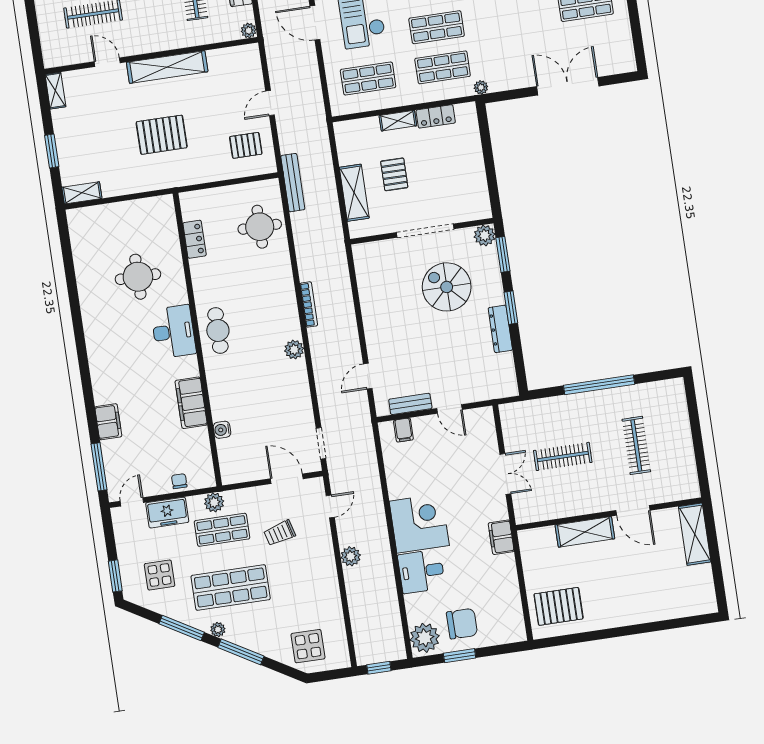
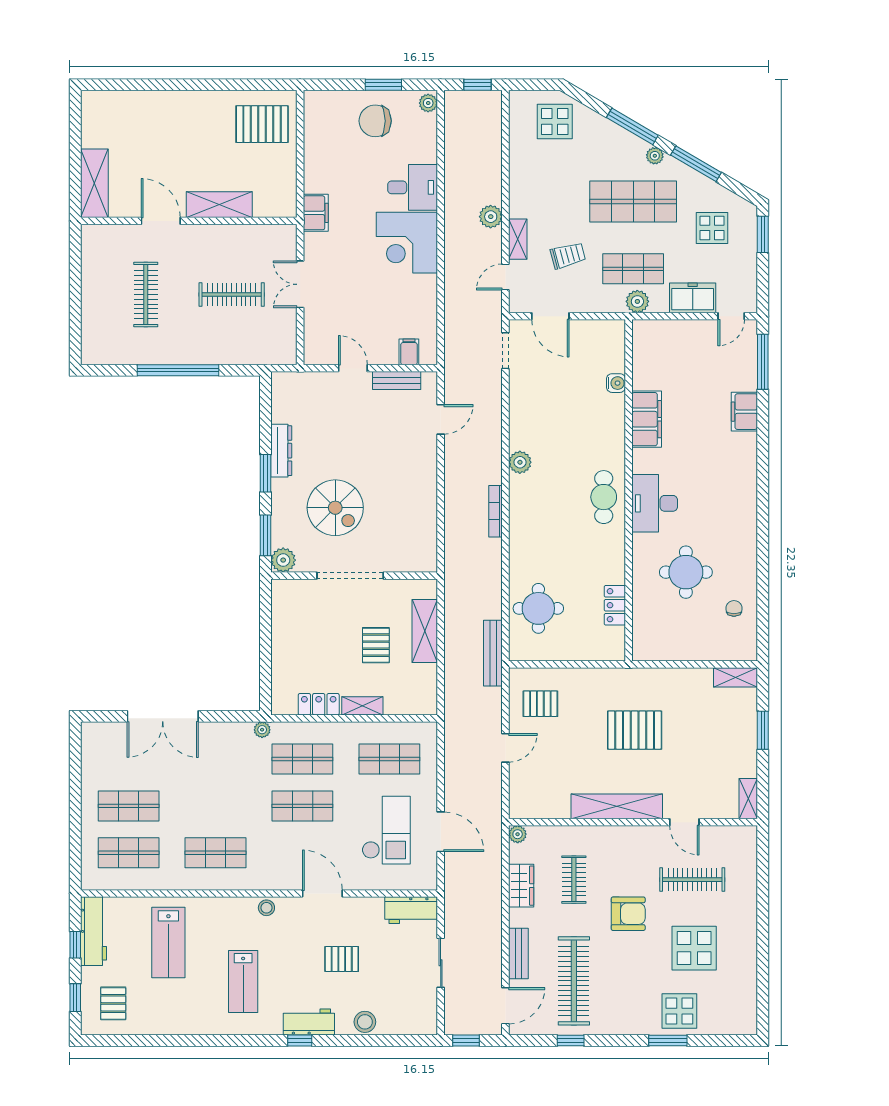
chair: (179, 481) -> (734, 608), moved, turned 180
shelving: (325, 541) -> (518, 239), added
plant: (425, 638) -> (428, 103), width x0.53, depth x0.53

